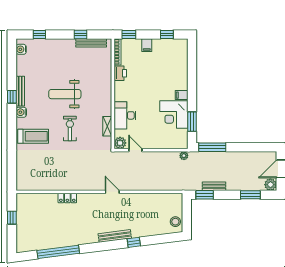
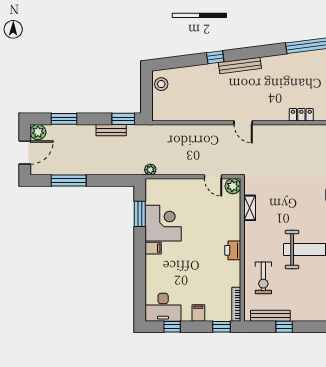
printer: (120, 73) -> (233, 250), moved
desk: (125, 115) -> (163, 307), moved, turned 90
exercise bike: (70, 128) -> (263, 278), moved
window: (212, 147) -> (69, 181), moved

